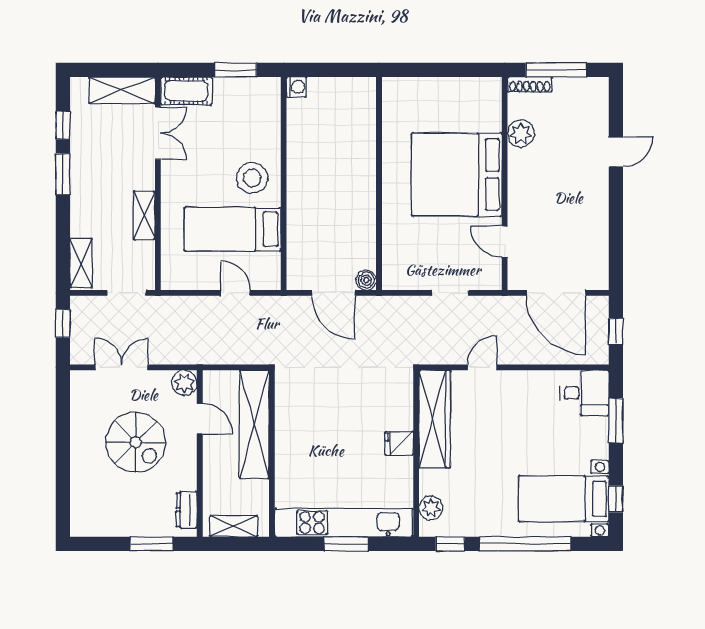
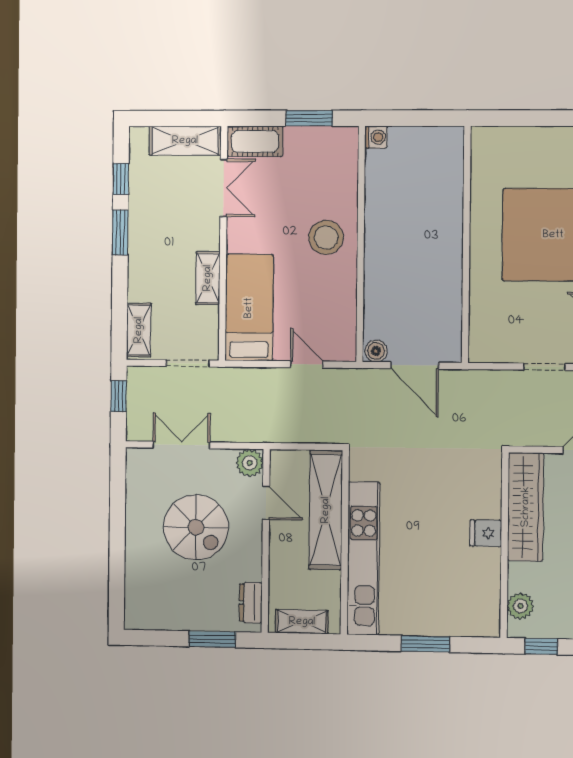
bed: (232, 229) -> (249, 308), moved, turned 90
boiler: (366, 280) -> (376, 351), moved
kitchen unit: (344, 523) -> (363, 558), moved, turned 90

